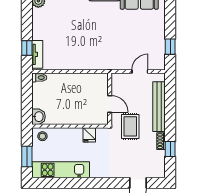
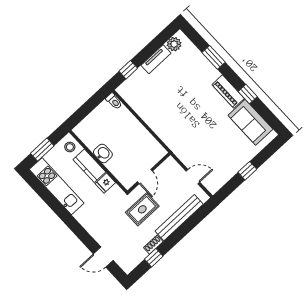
window: (170, 47) -> (247, 171), moved
tv unit: (37, 54) -> (156, 59), moved
washbasin: (38, 117) -> (103, 153), moved, turned -90
kitchen counter: (68, 135) -> (89, 166), added

